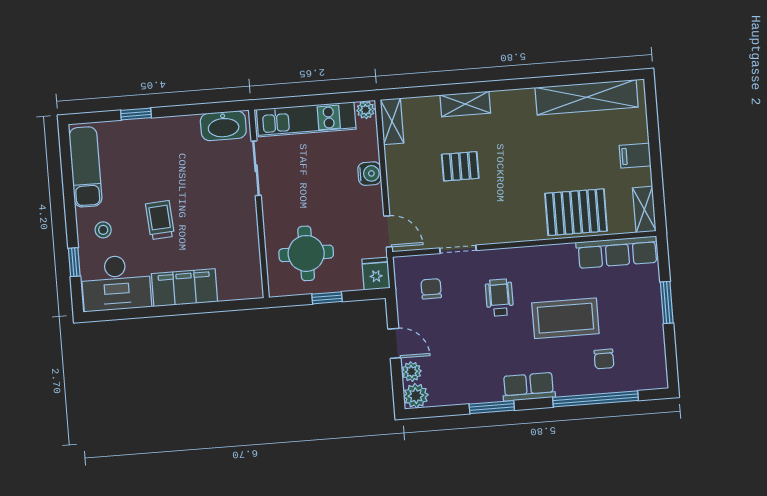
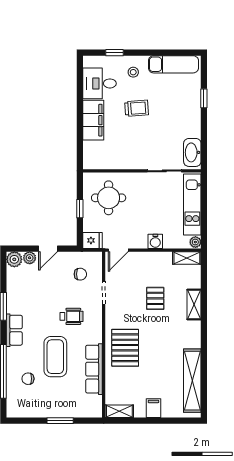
pallet: (576, 212) -> (125, 348), moved
row of seats: (617, 252) -> (94, 369), moved
desk: (116, 283) -> (99, 83), width x0.73

